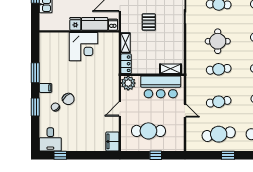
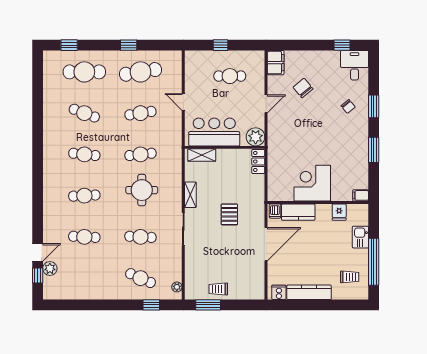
fridge: (75, 24) -> (339, 212), moved
shelving: (126, 43) -> (190, 195), moved
filing cabinet: (46, 88) -> (361, 195), moved
chair: (68, 99) -> (303, 88), moved
cafe table: (148, 131) -> (230, 76), width x0.73, depth x0.74

